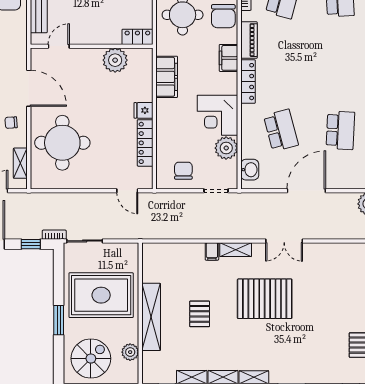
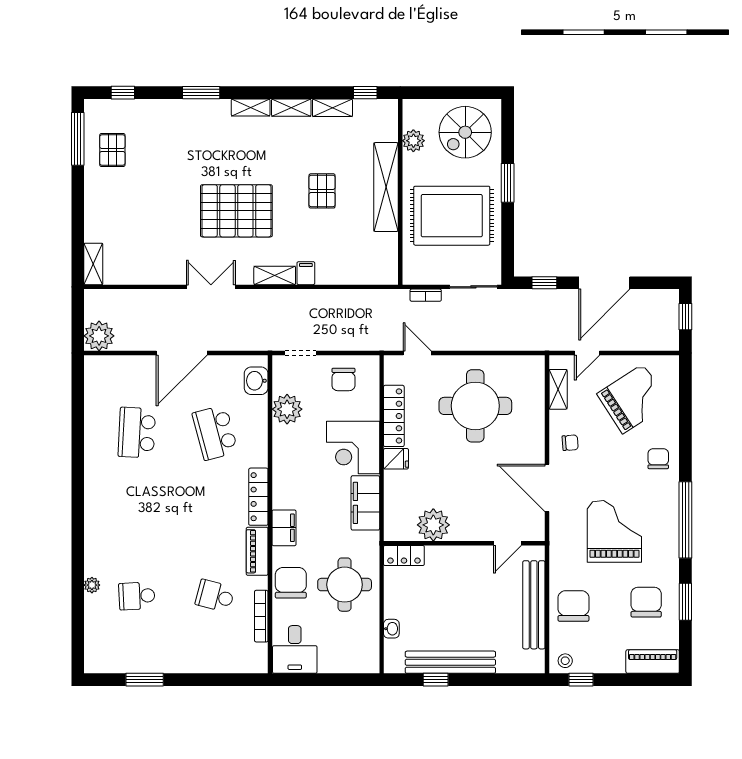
corner desk: (218, 115) -> (353, 448), moved, turned 180
round table: (62, 143) -> (475, 406), moved
bookcase: (54, 235) -> (426, 295), moved

